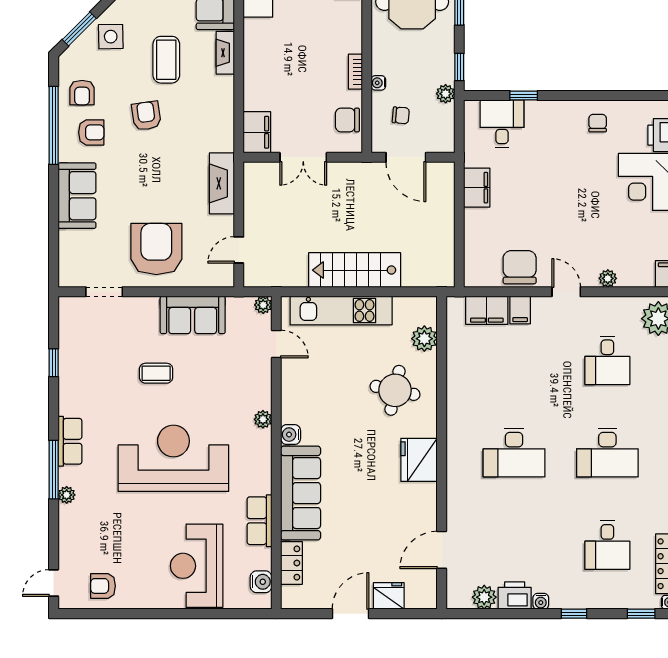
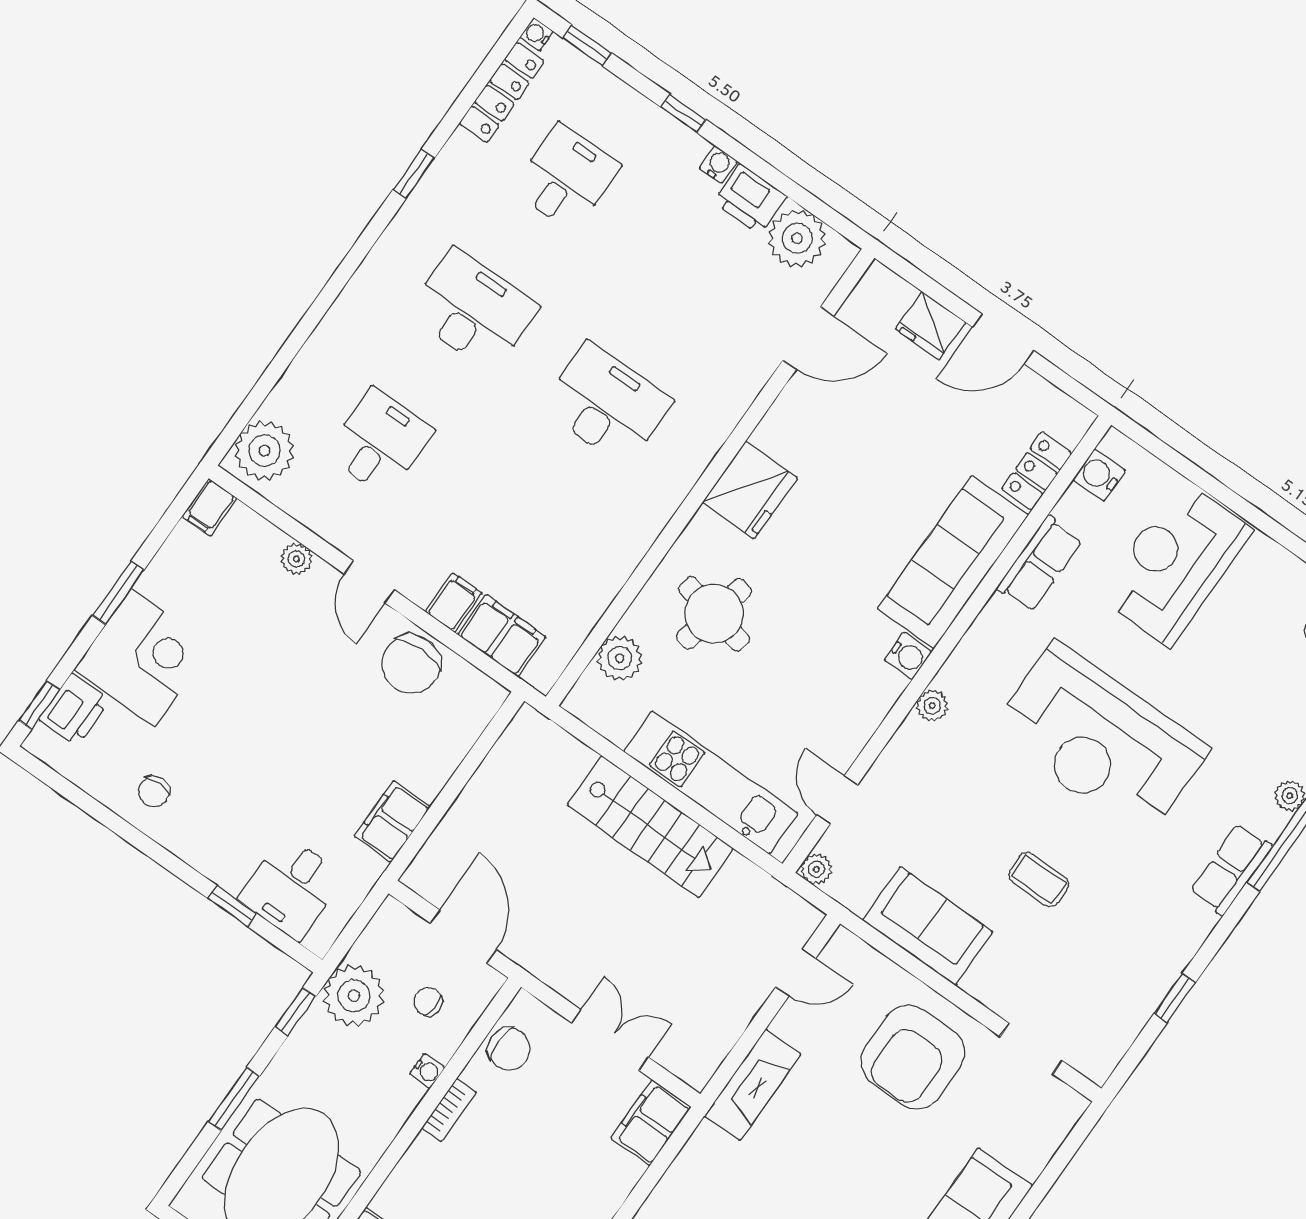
plant: (446, 94) -> (354, 996), width x1.87, depth x1.87
reception desk: (197, 566) -> (1175, 563), turned 180
plant: (484, 597) -> (797, 238), width x1.36, depth x1.36

